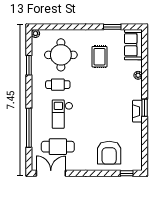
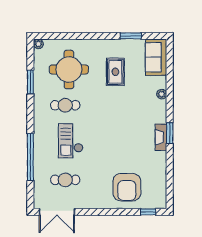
cafe table: (58, 147) -> (65, 180), width x0.73, depth x0.74
double door: (51, 173) -> (57, 212), swing flipped

